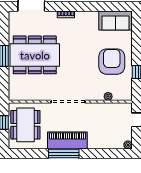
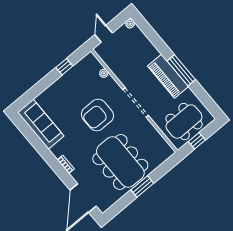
sofa: (116, 21) -> (41, 124), width x1.36
armchair: (112, 62) -> (97, 115), moved

